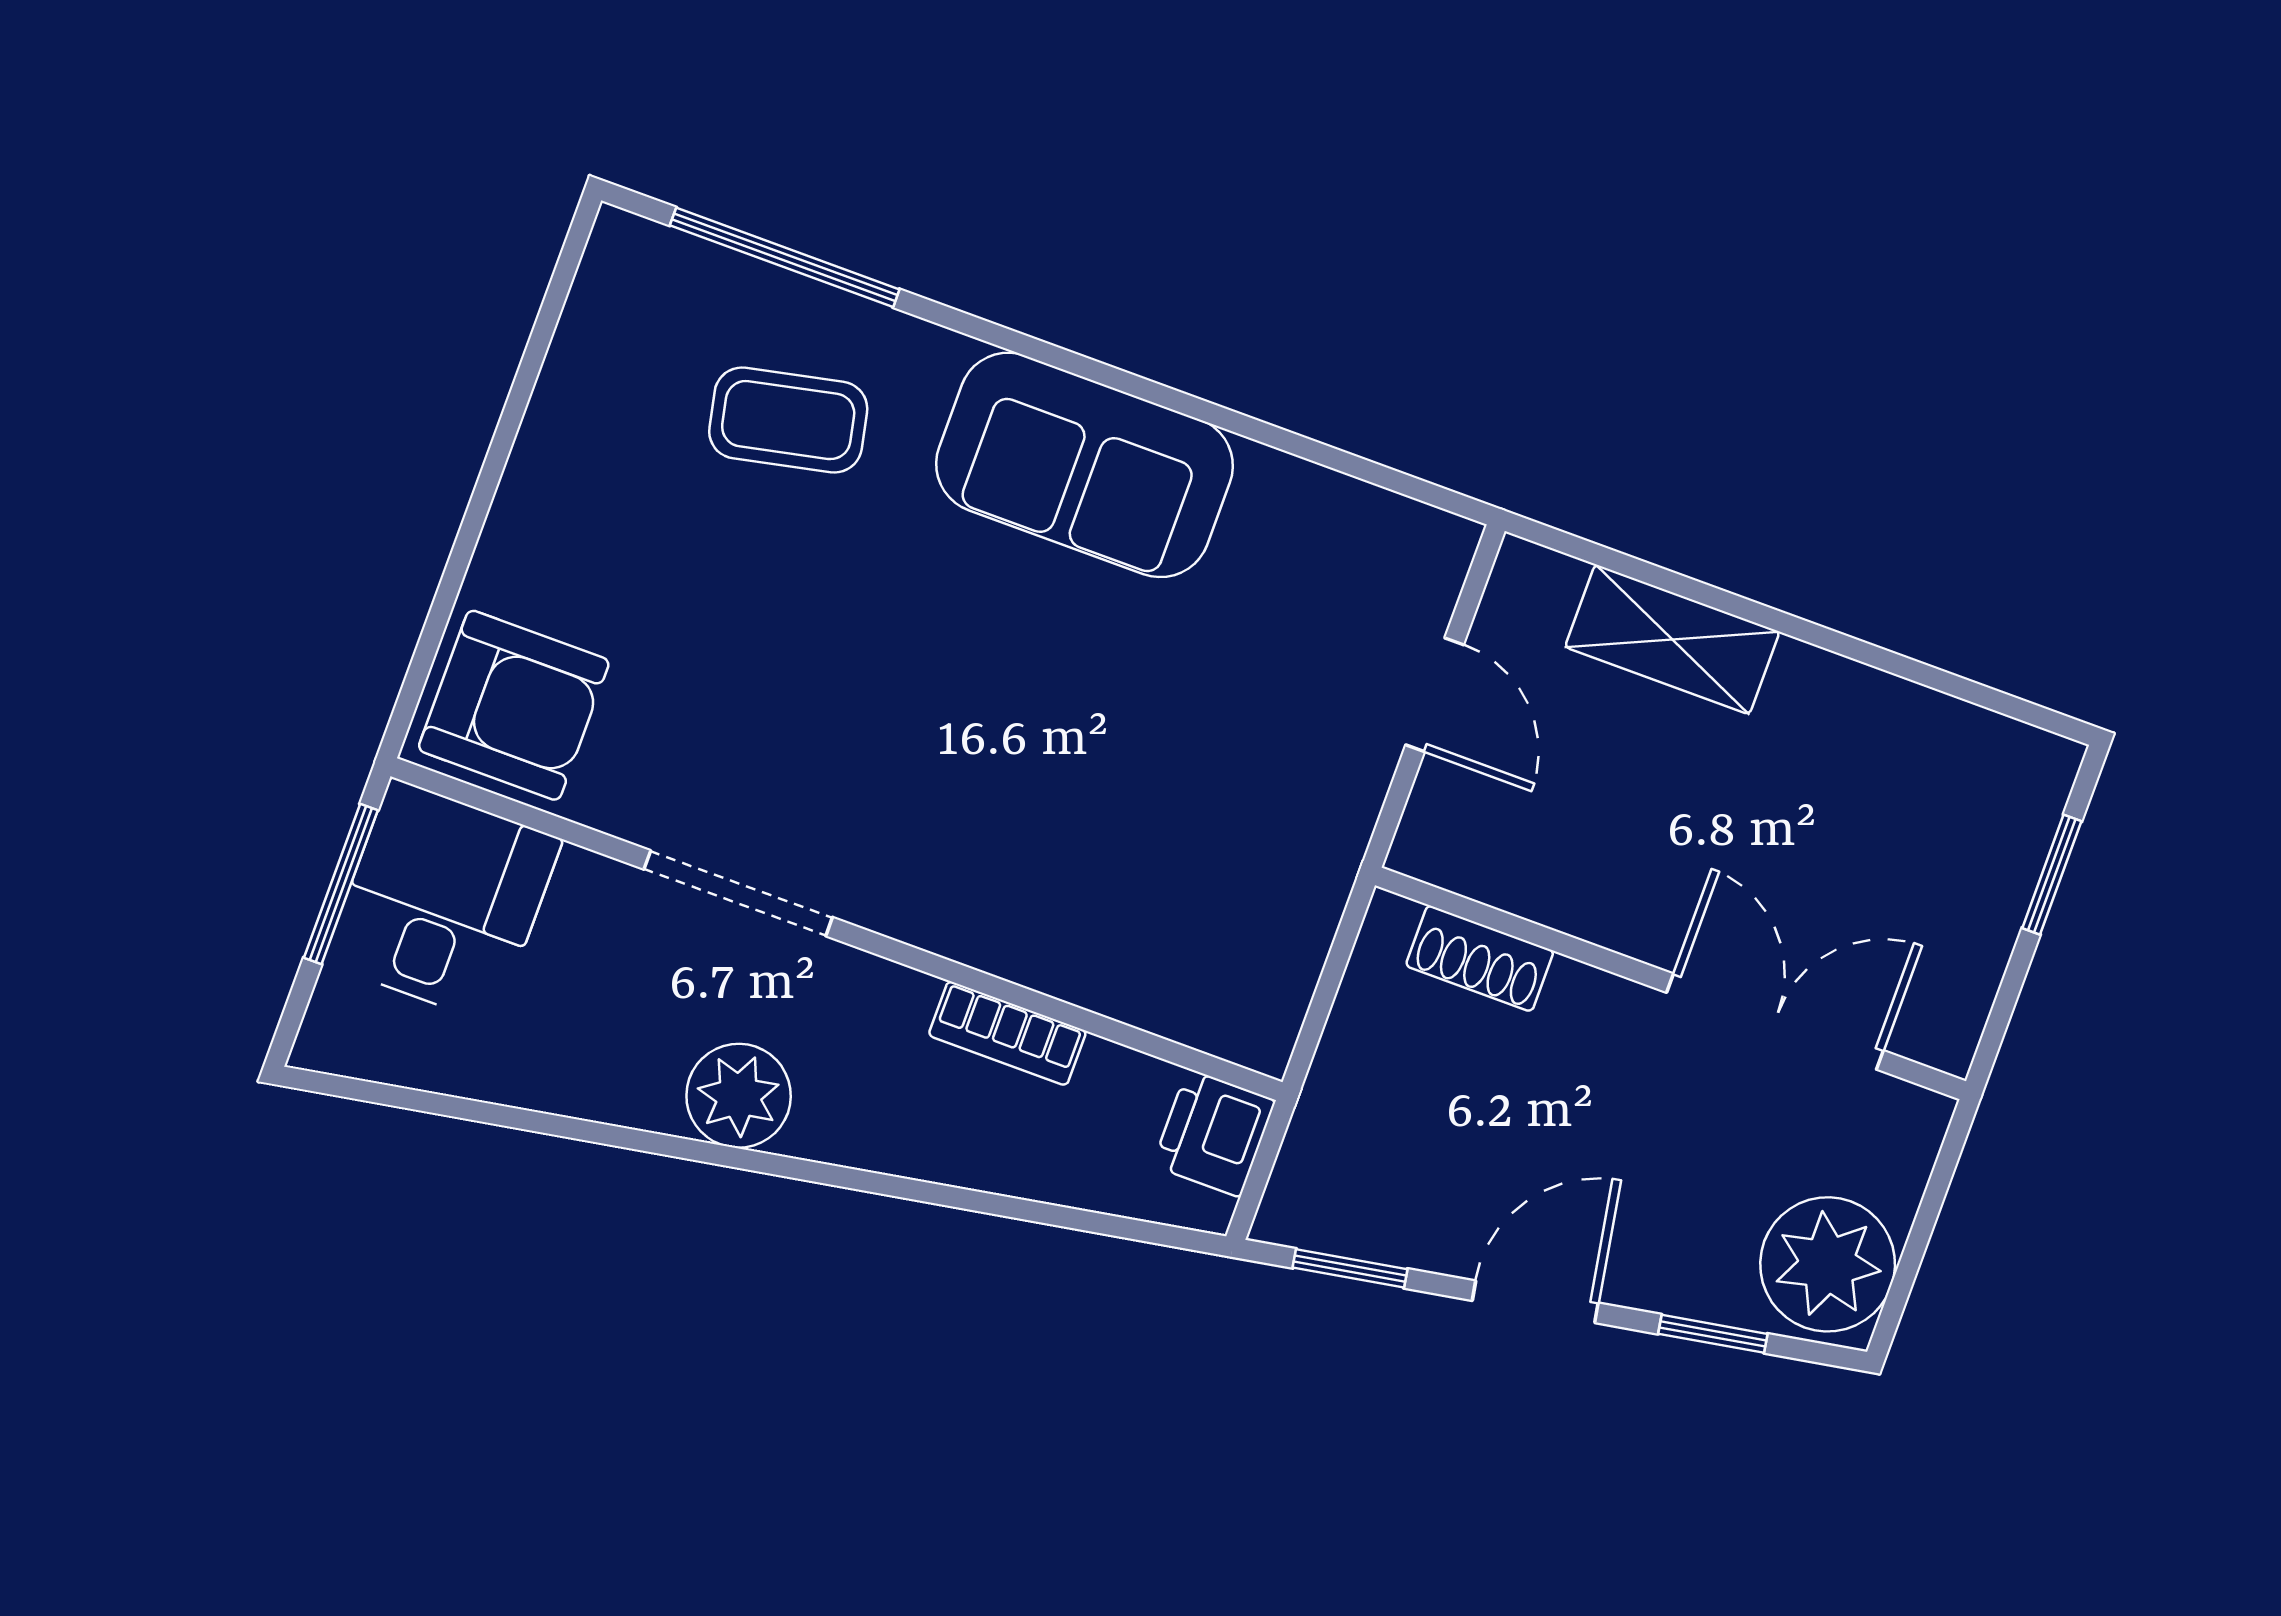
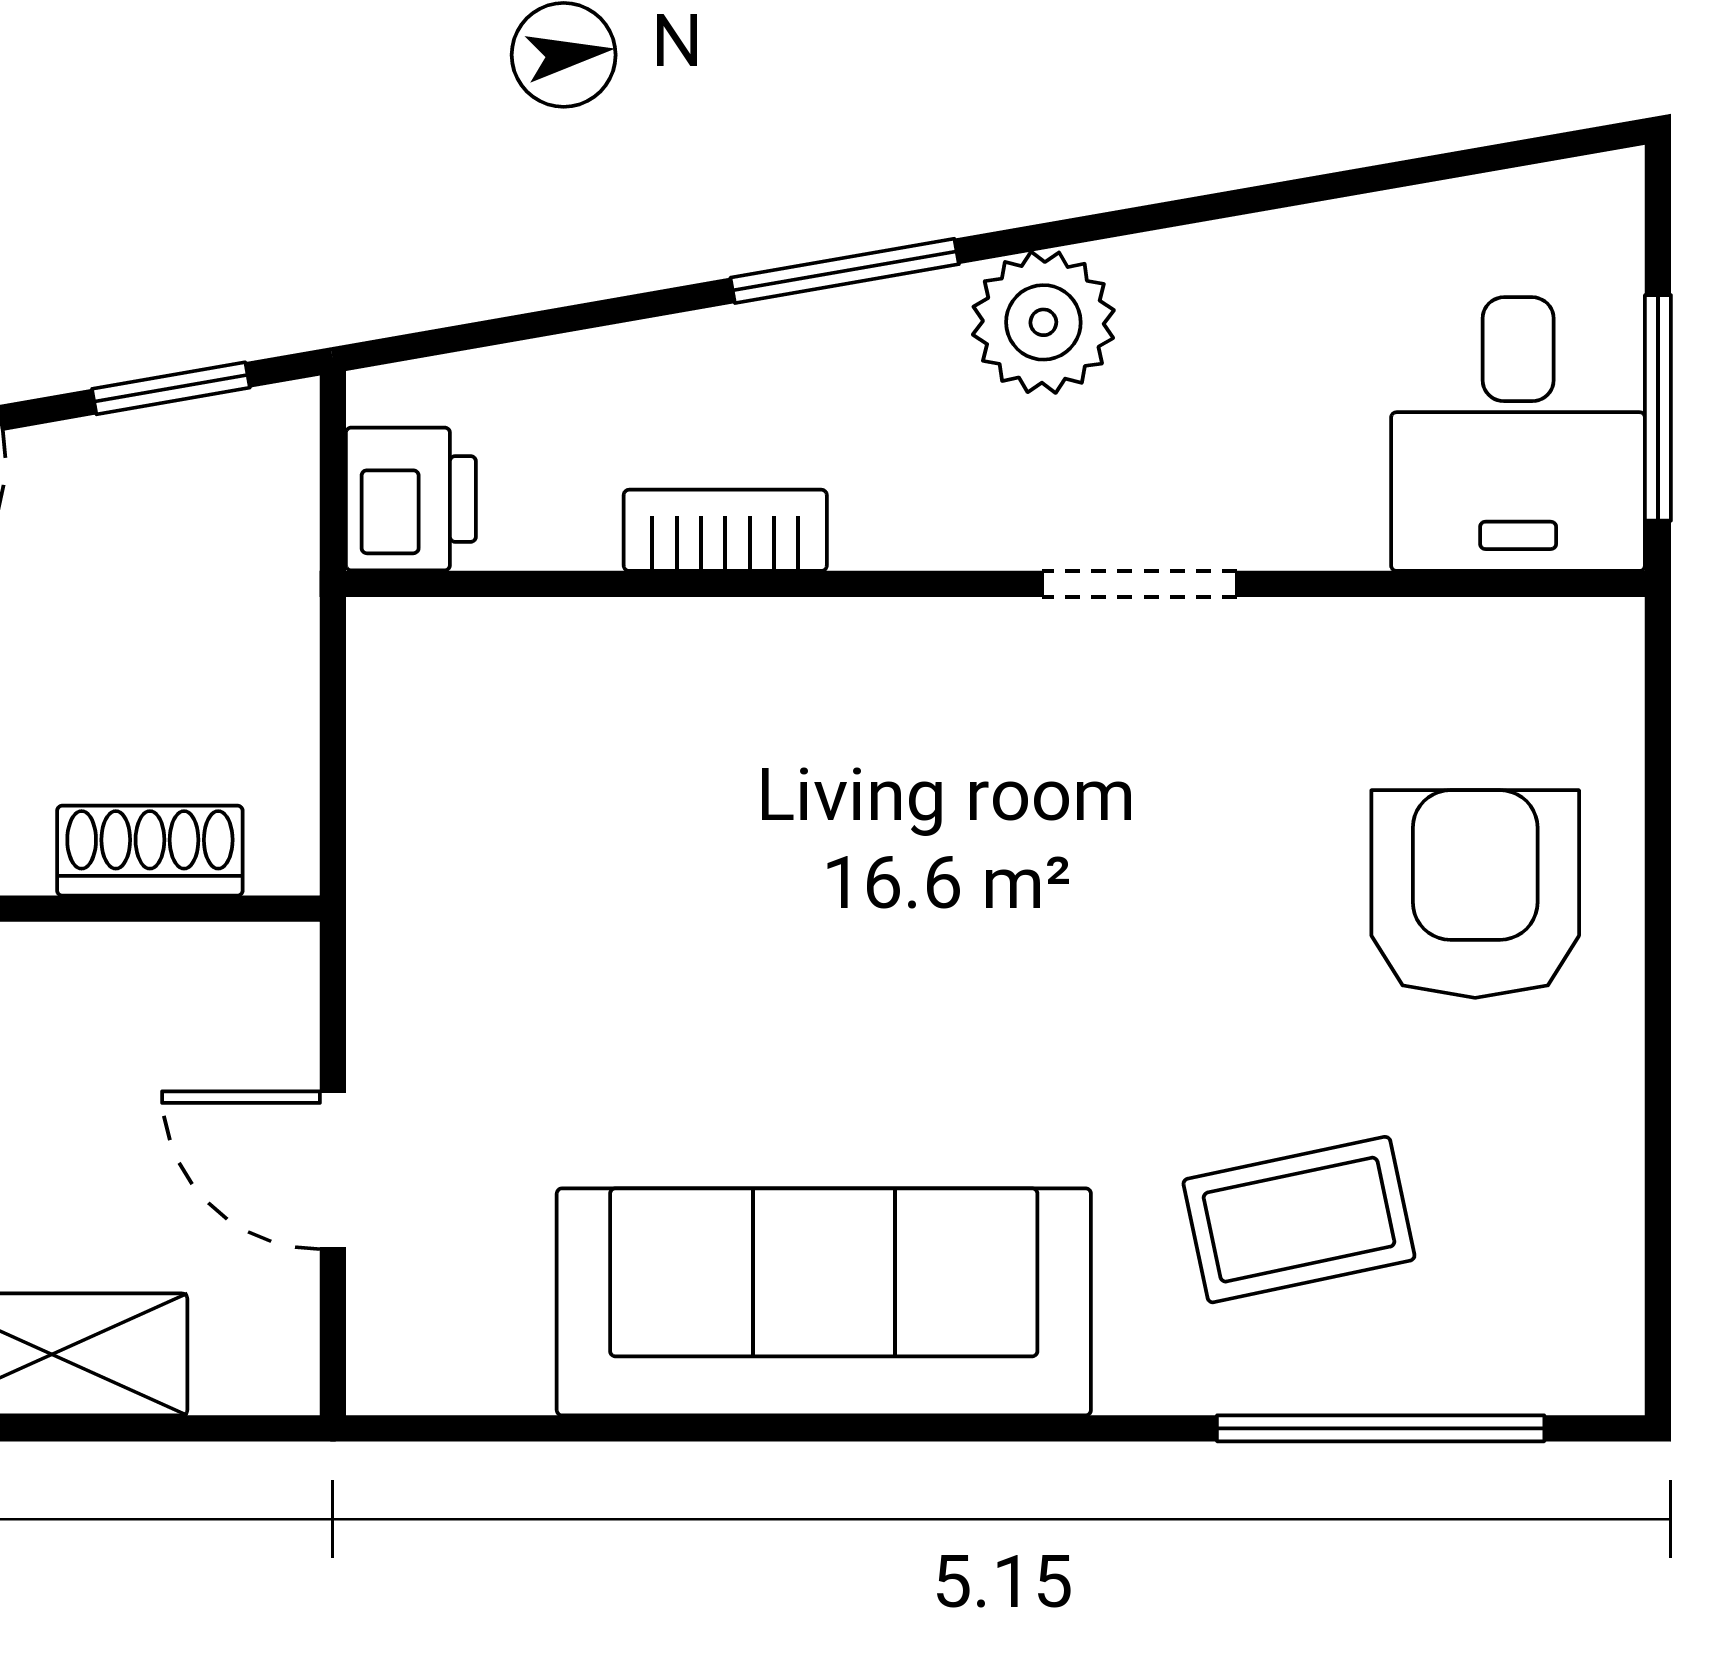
sofa: (1084, 465) -> (824, 1302), width x1.36
armchair: (514, 705) -> (1475, 894), moved, turned 90
doorway: (738, 893) -> (1140, 584), width x0.73
window: (861, 1180) -> (845, 271), added

